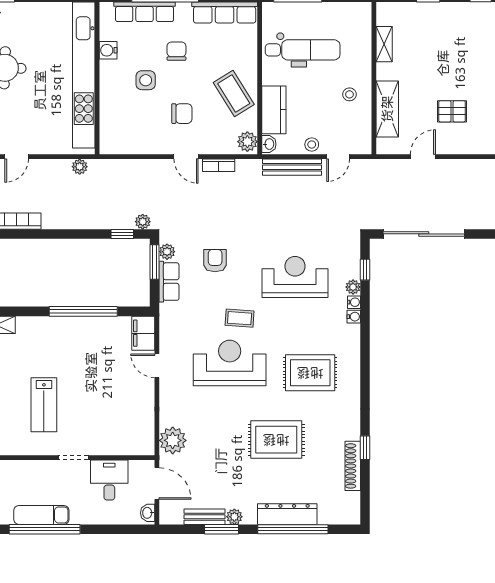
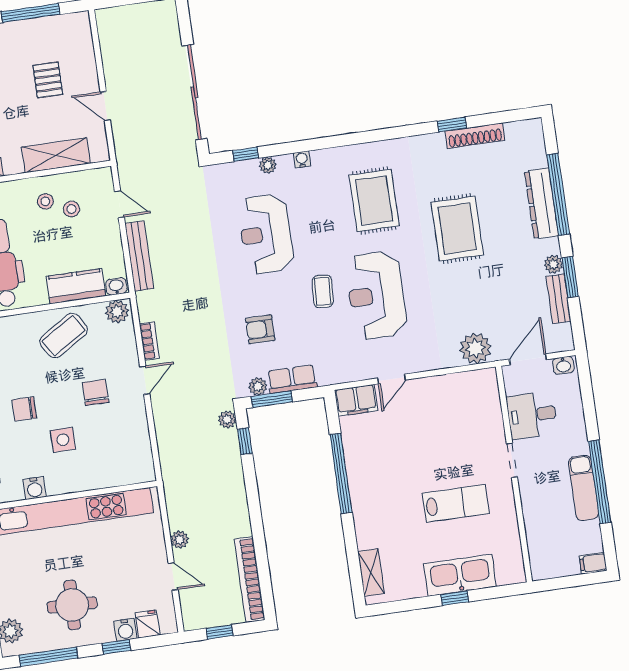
stool: (312, 144) -> (71, 209), moved
plant: (80, 167) -> (179, 540), moved
water cooler: (354, 302) -> (285, 162), removed

